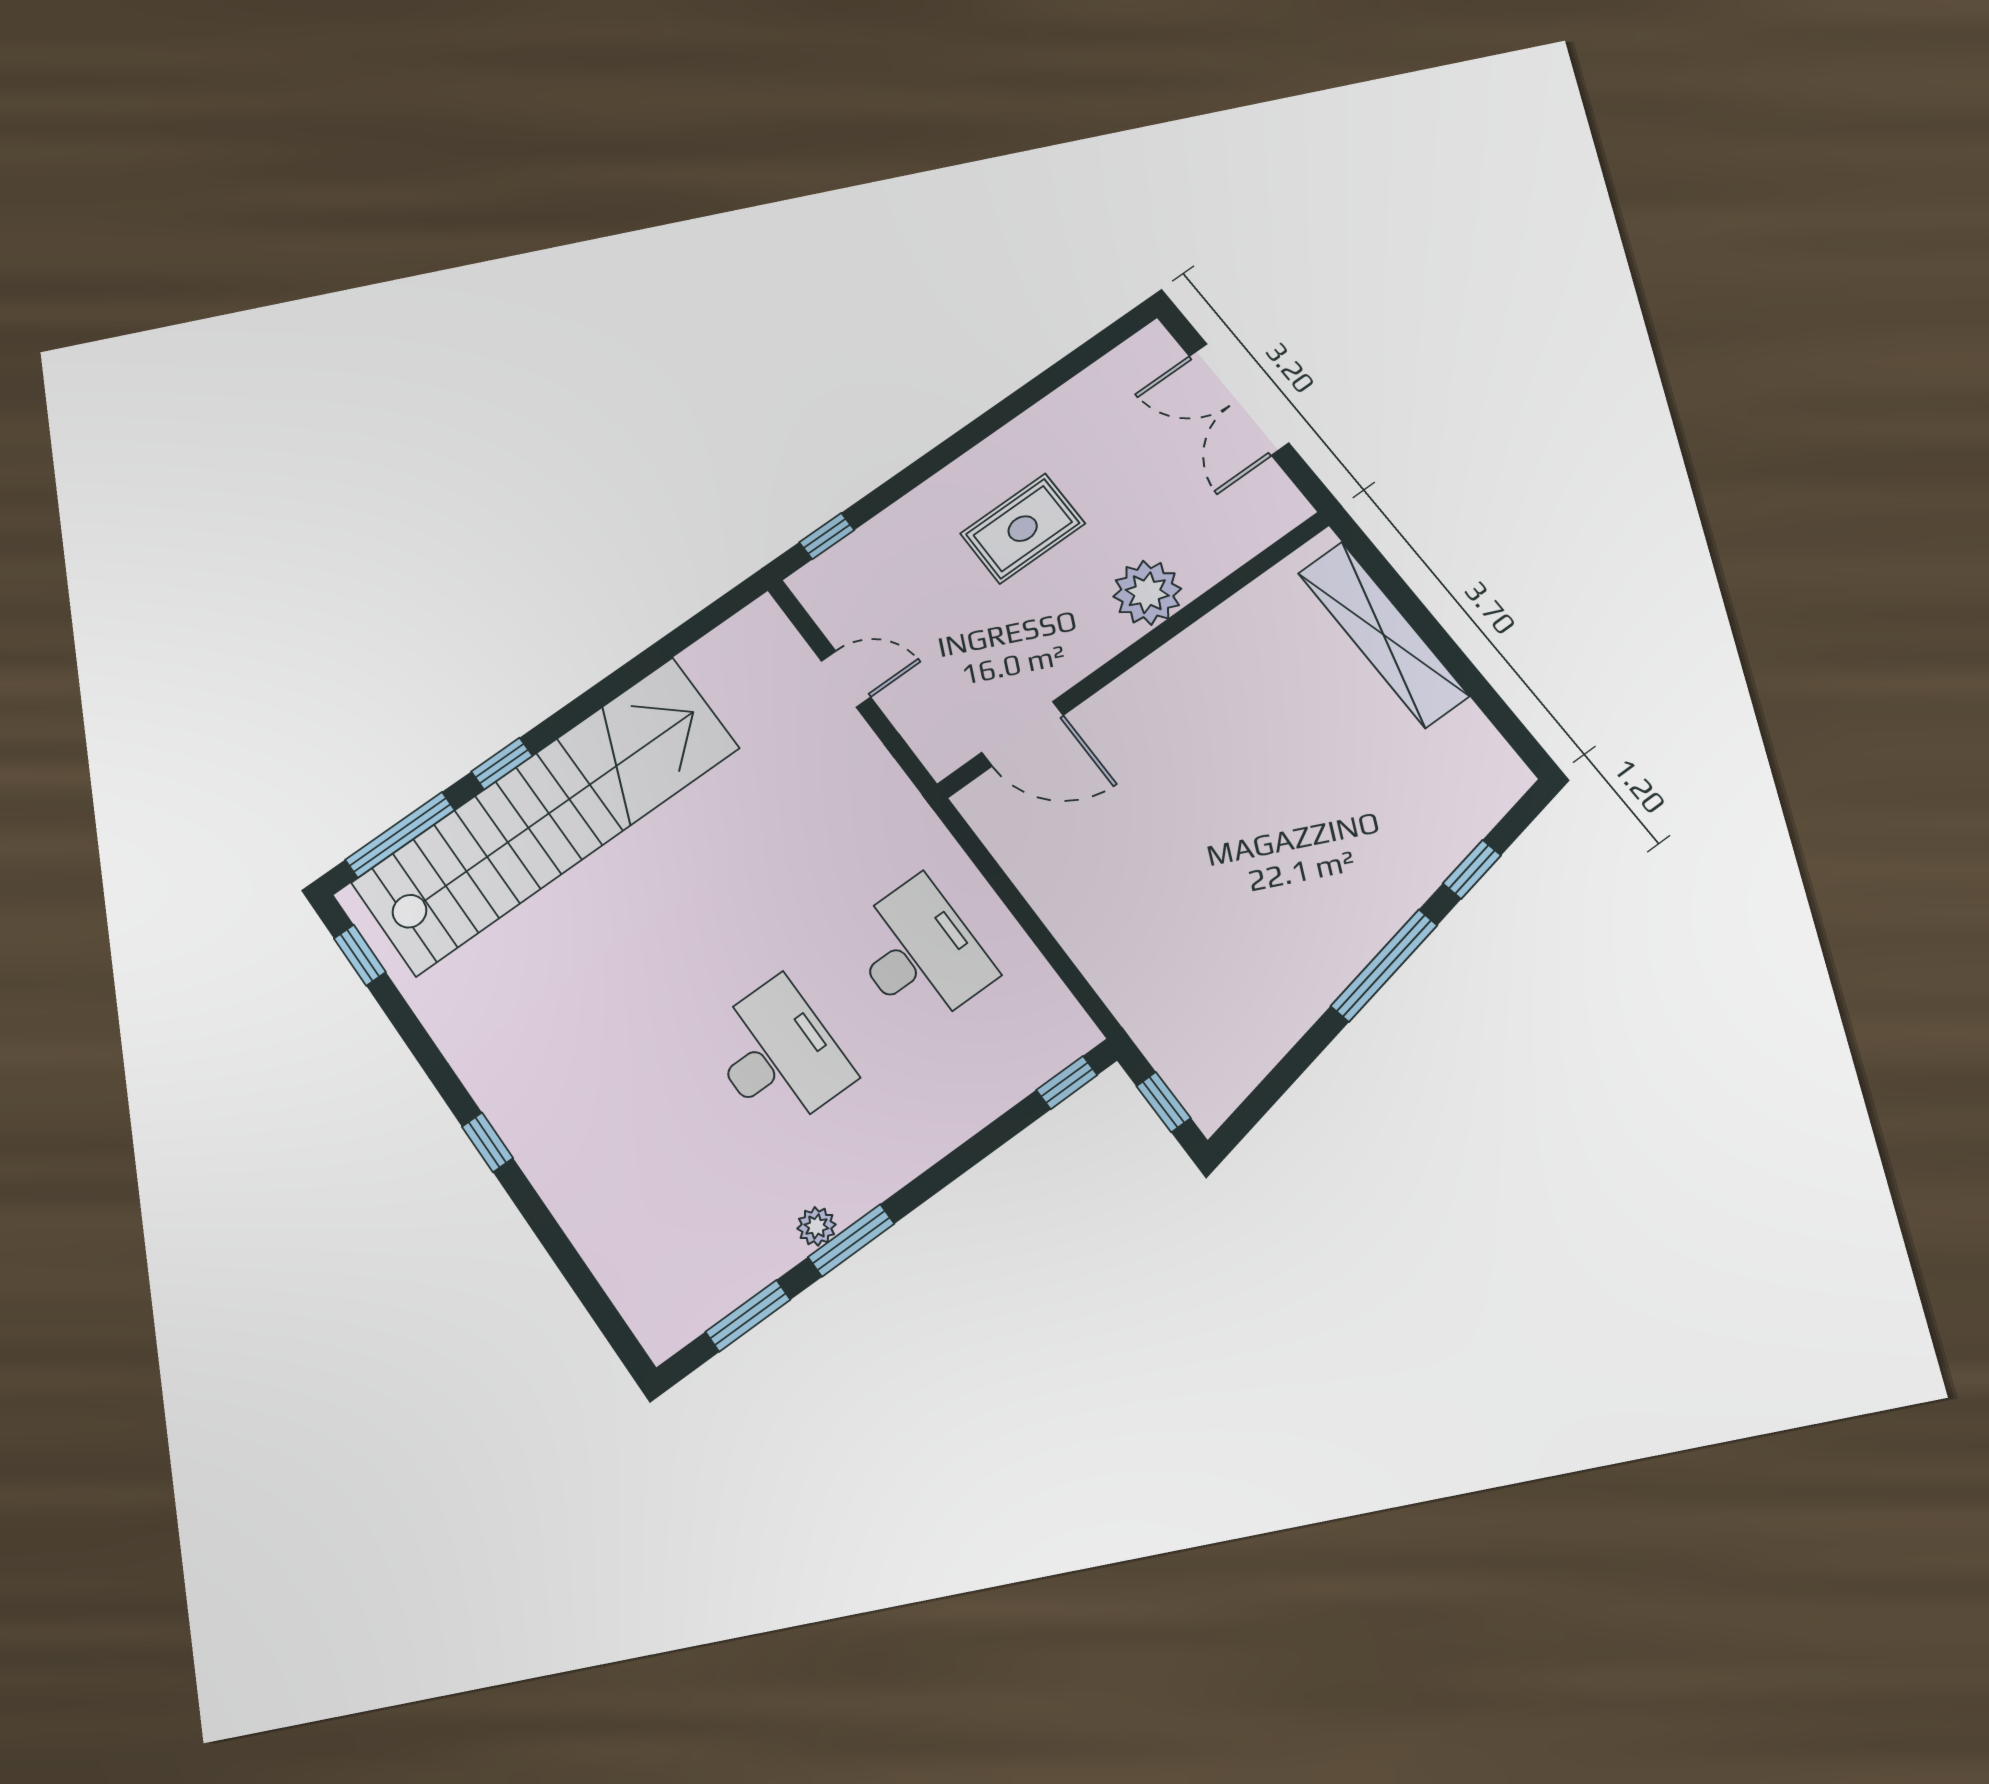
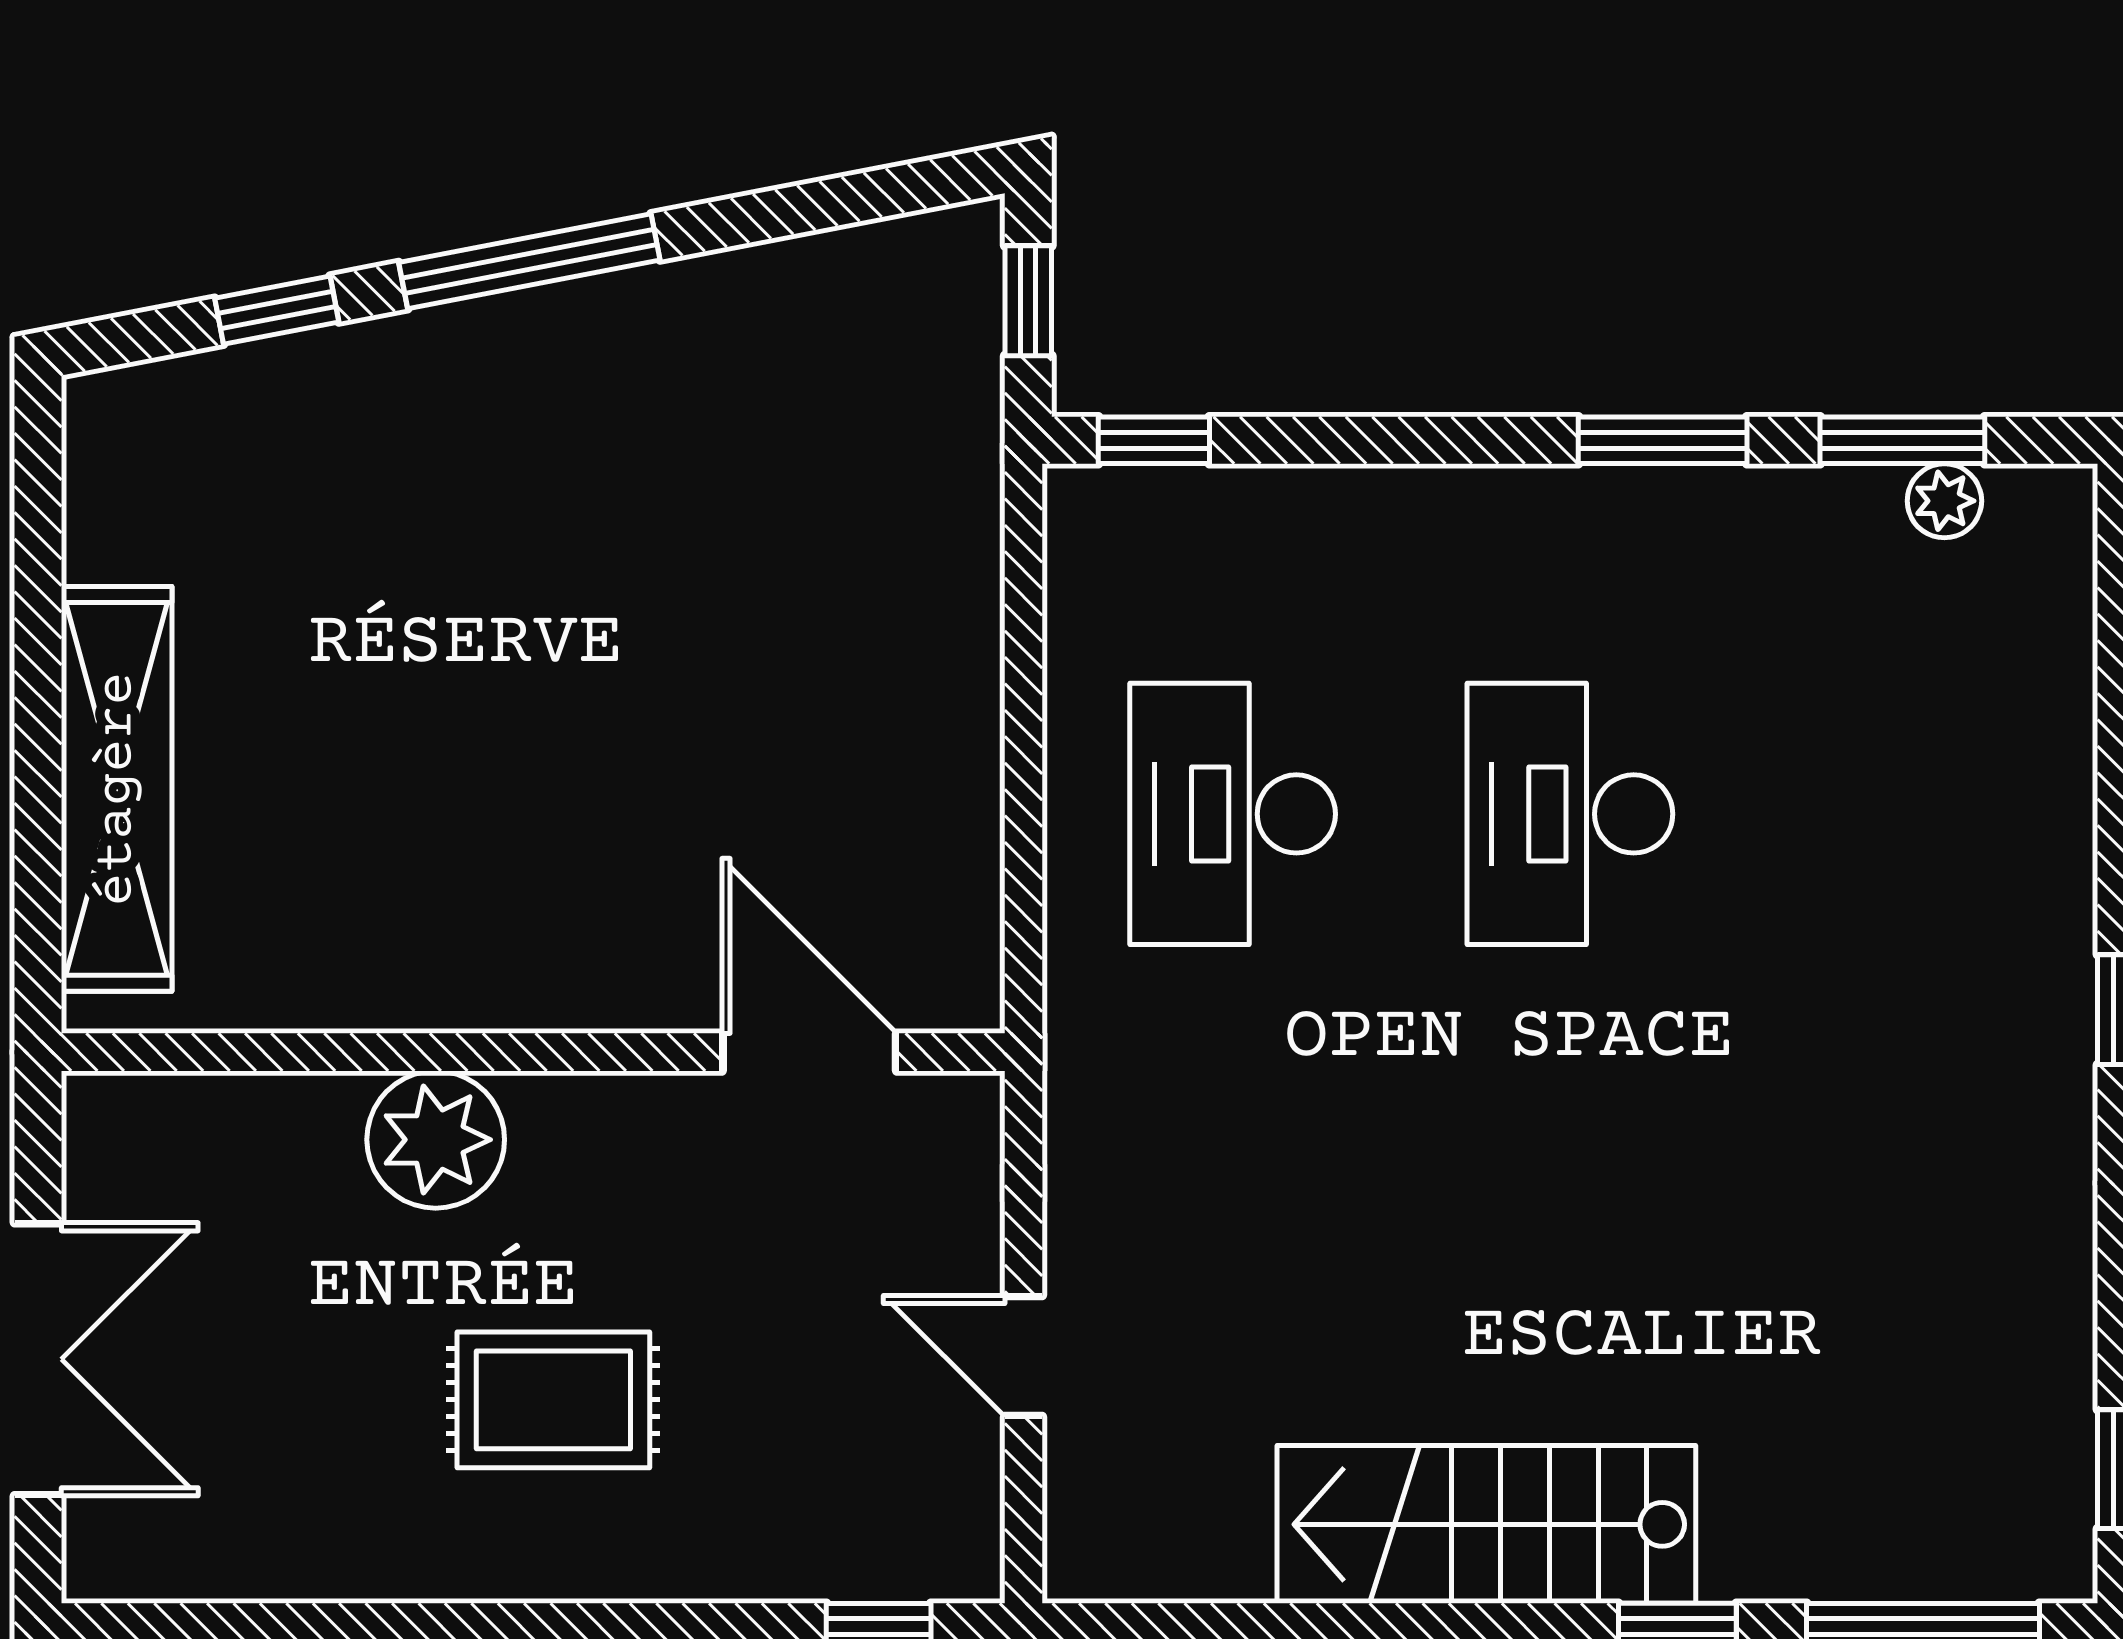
stairs: (546, 815) -> (1486, 1524), width x0.54, depth x0.66
plant: (816, 1226) -> (1944, 501), moved

